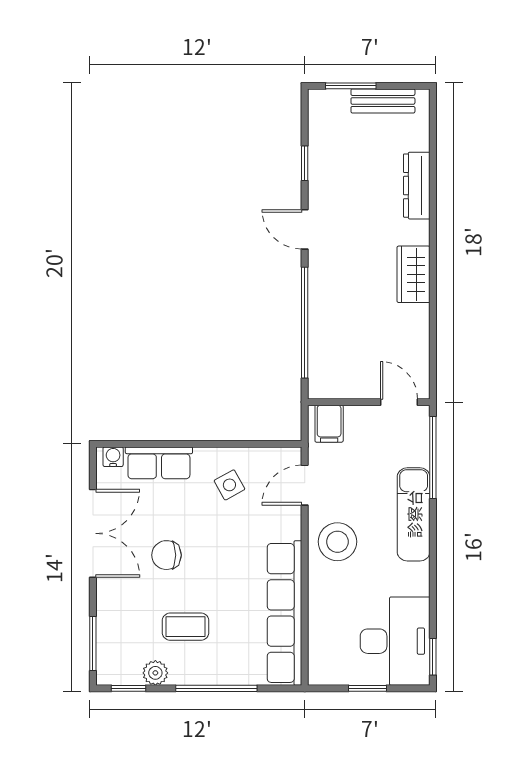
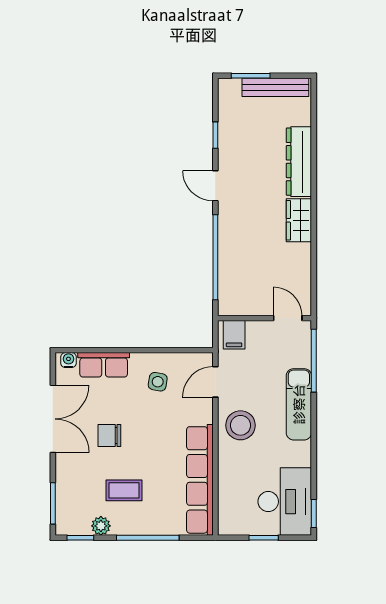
bench: (383, 101) -> (275, 87), width x1.36
dresser: (417, 186) -> (299, 162), width x1.37, depth x1.24
side table: (229, 485) -> (158, 382), turned 38

